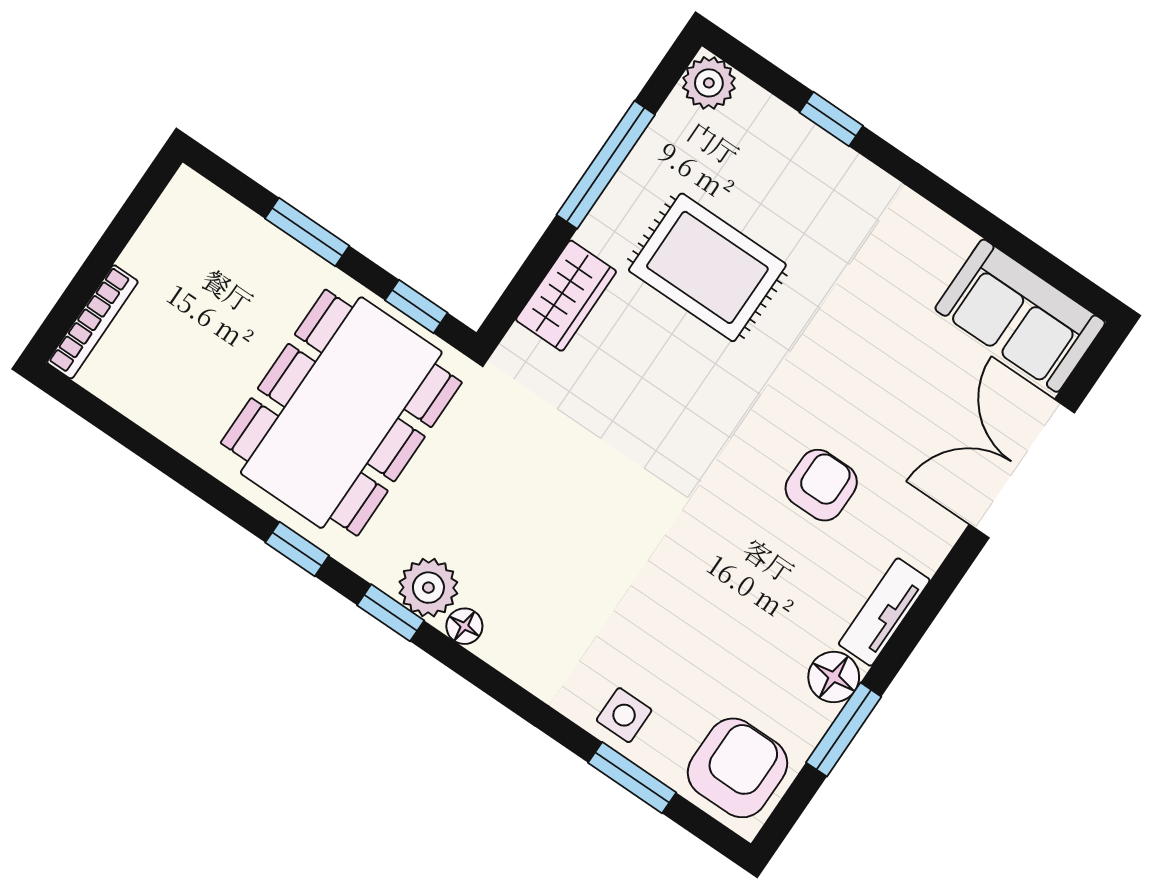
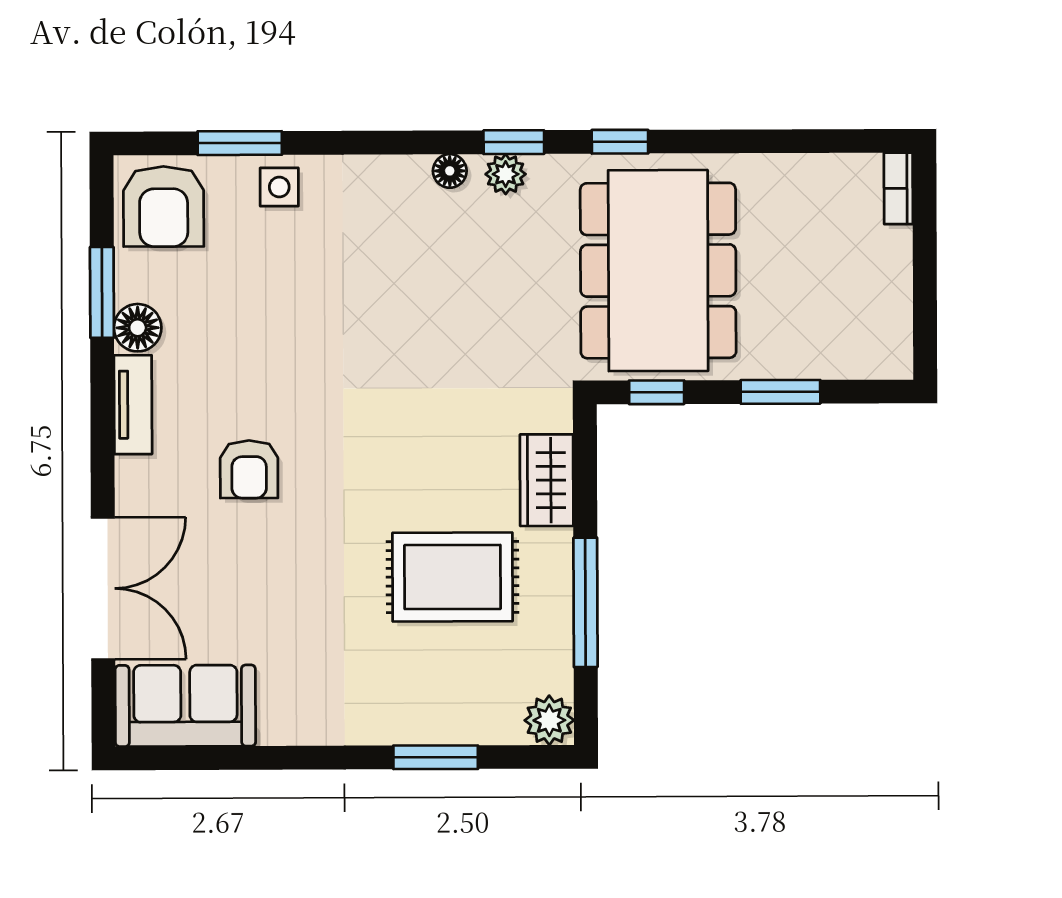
window: (831, 119) -> (436, 757), width x1.50
bookcase: (92, 322) -> (898, 188), width x0.64
plant: (428, 588) -> (506, 174), width x0.73, depth x0.73

